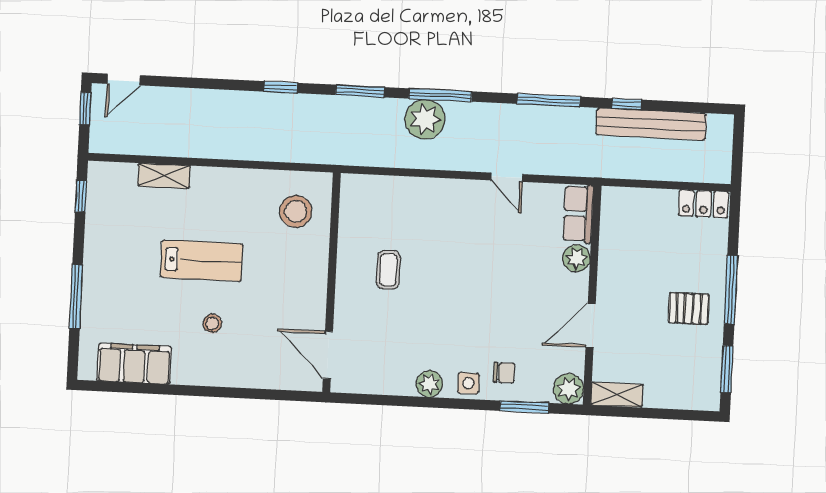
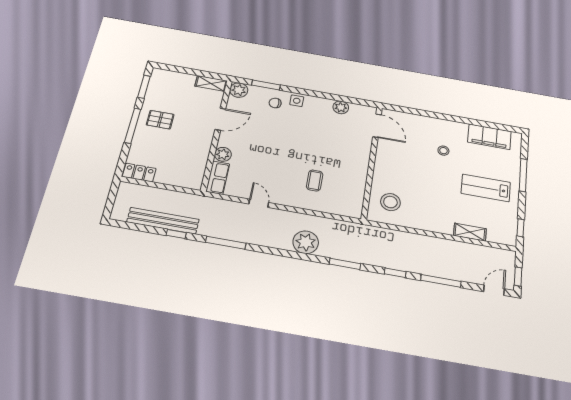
window: (440, 95) -> (441, 281), moved
lab bench: (202, 261) -> (486, 188), moved
coffee table: (388, 270) -> (315, 180), moved
plant: (429, 384) -> (341, 107), moved

